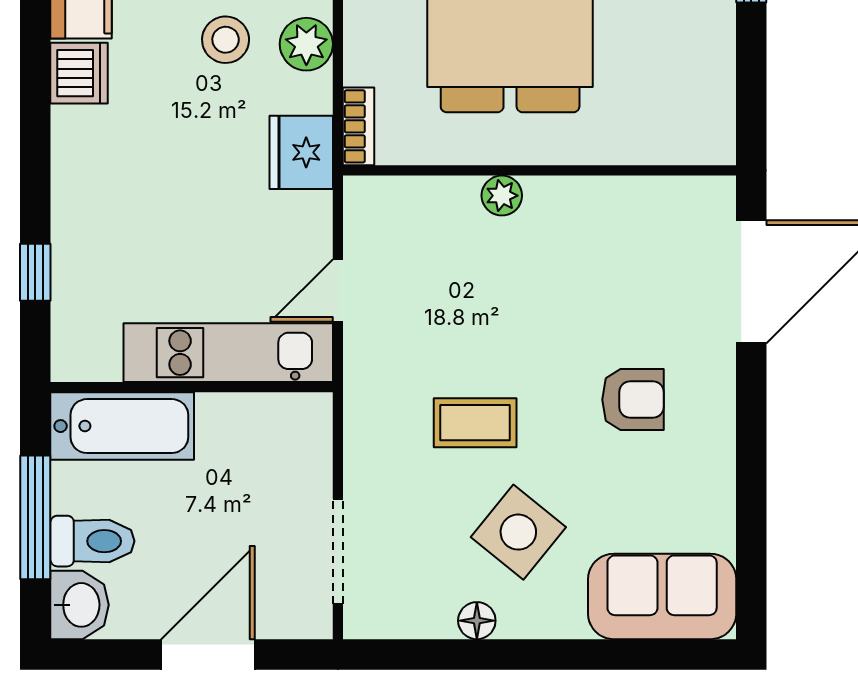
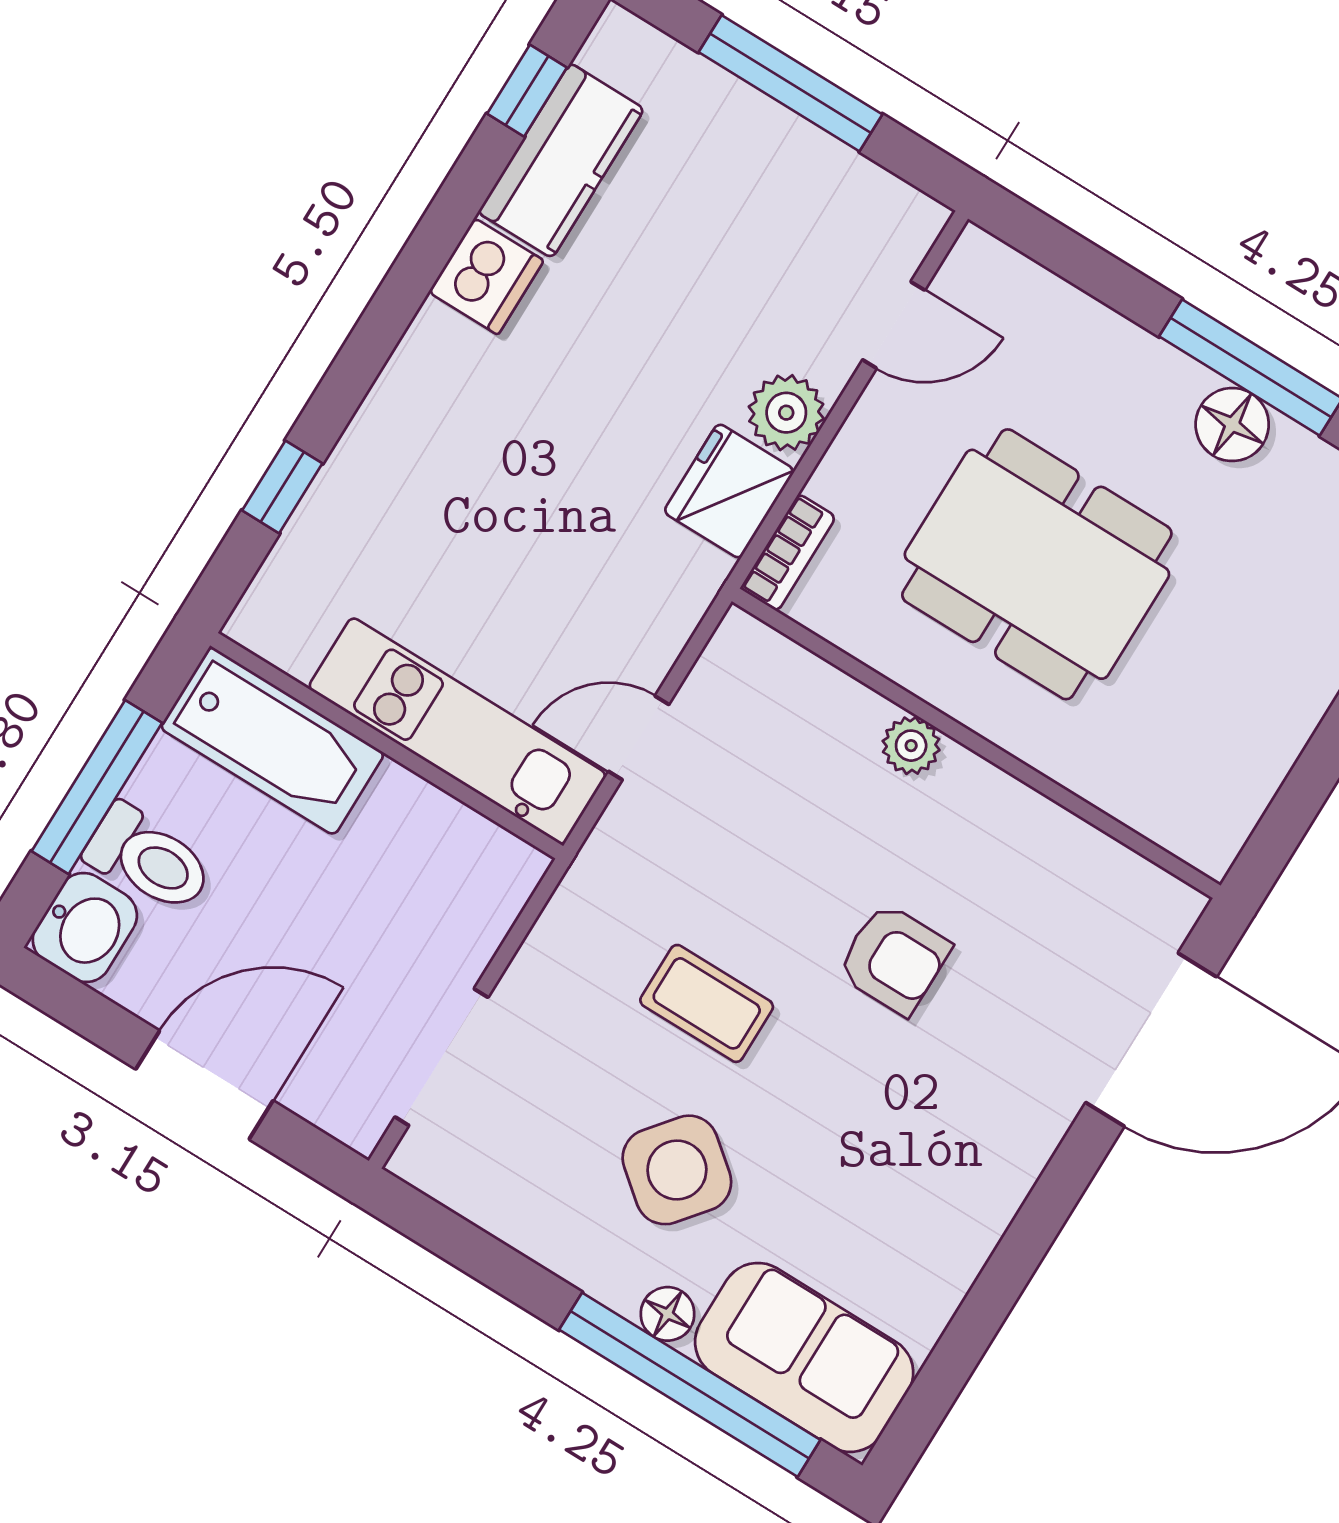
stool: (226, 40) -> (691, 346), removed
fridge: (301, 152) -> (729, 491), moved
armchair: (633, 400) -> (894, 959), moved
floor lamp: (477, 621) -> (668, 1314), moved
window: (604, 654) -> (690, 1385), added

